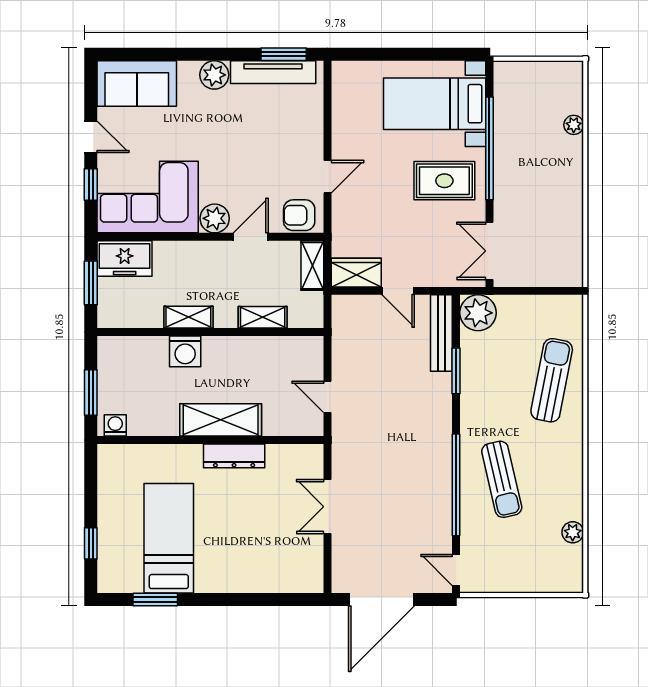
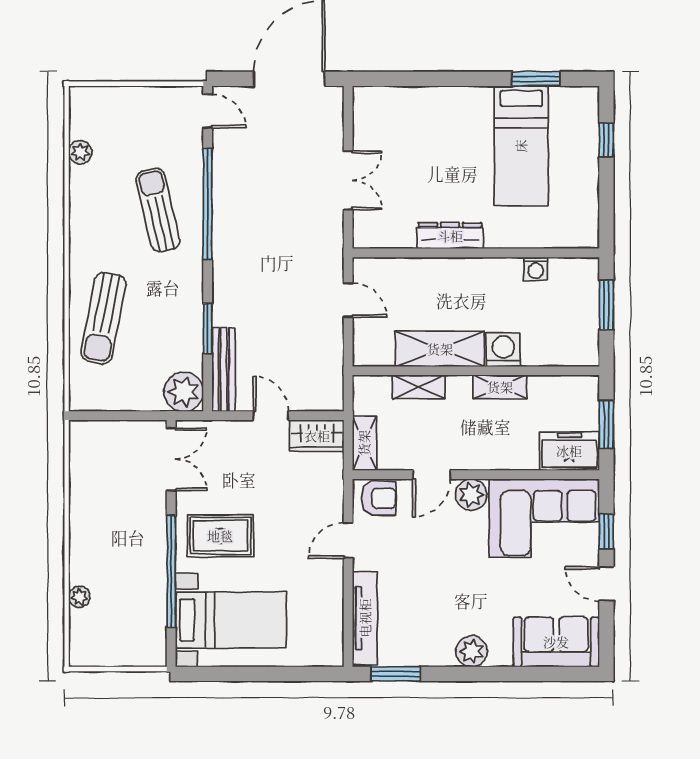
tv unit: (273, 72) -> (365, 618), moved, turned 90
shelving: (221, 420) -> (440, 349), moved
washing machine: (115, 425) -> (536, 269), moved

